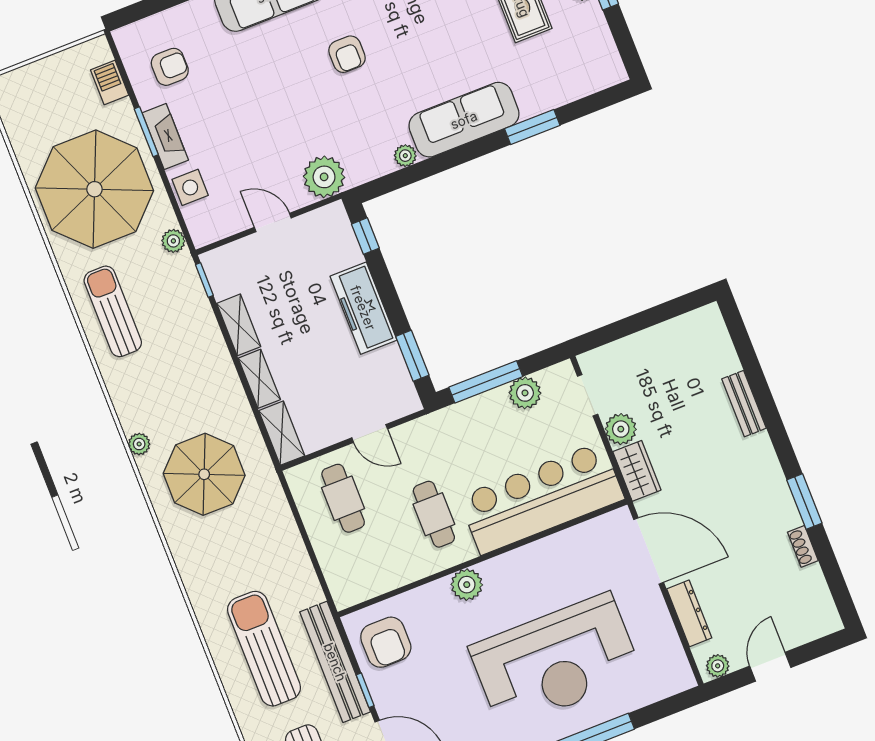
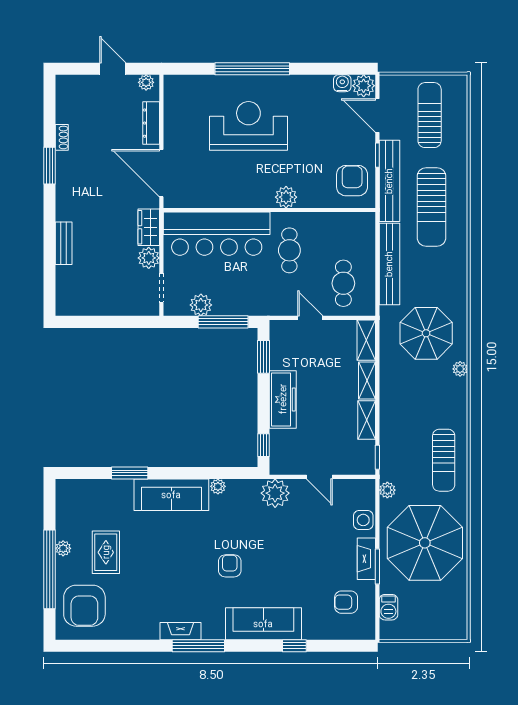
bench: (291, 549) -> (389, 264), added
reception desk: (556, 661) -> (248, 126), width x0.74, depth x0.77
door: (770, 667) -> (113, 69), swing flipped

